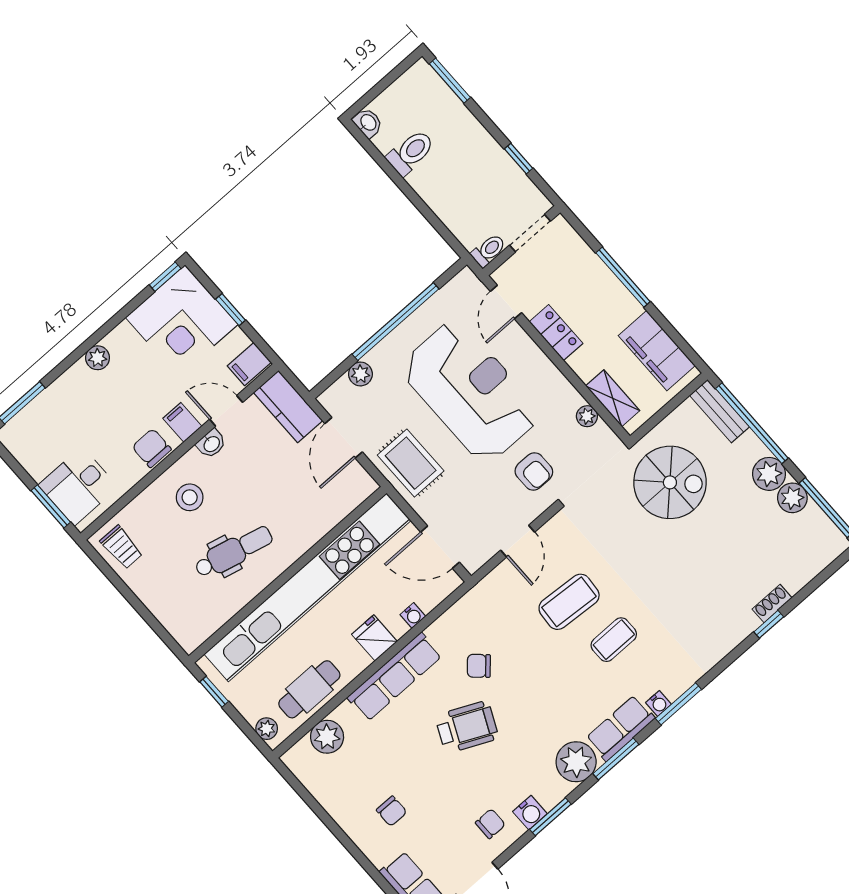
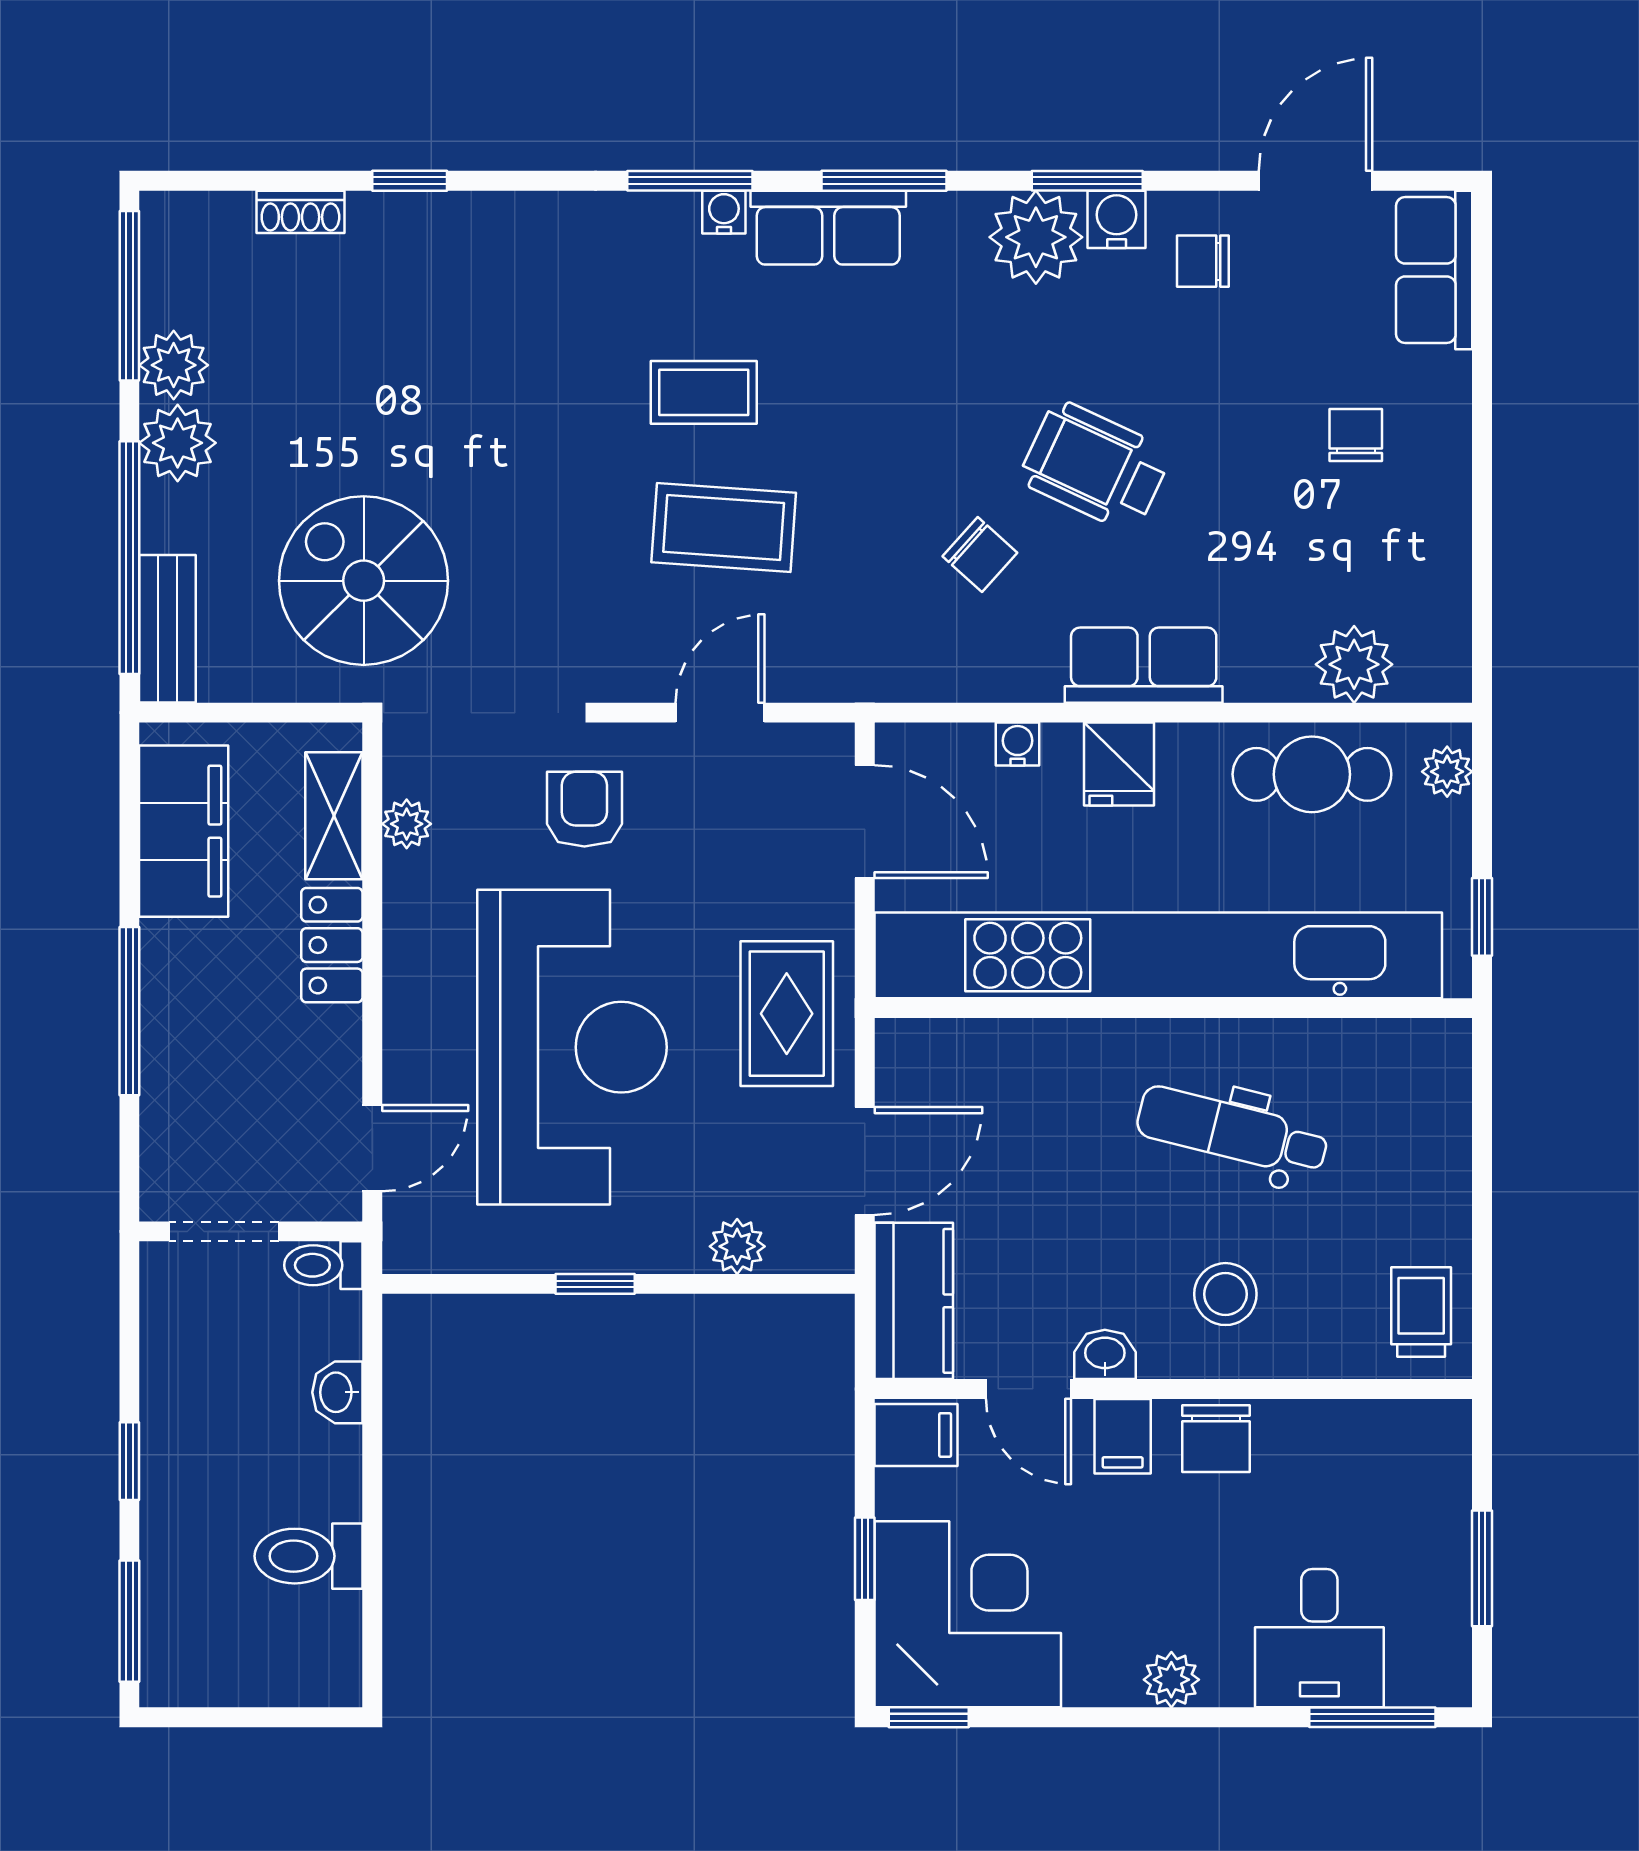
washbasin: (368, 123) -> (337, 1392), moved
window: (519, 159) -> (129, 1461), moved
window: (396, 322) -> (595, 1284), width x0.32
locker: (556, 333) -> (332, 945), moved
reception desk: (470, 391) -> (572, 1047), turned 180
desk: (78, 486) -> (1319, 1638), moved, turned 90
window: (51, 506) -> (1482, 1568), moved
shoe rack: (772, 603) -> (300, 212), moved
row of seats: (395, 677) -> (1144, 665), width x0.68
plant: (576, 762) -> (1036, 237), moved

